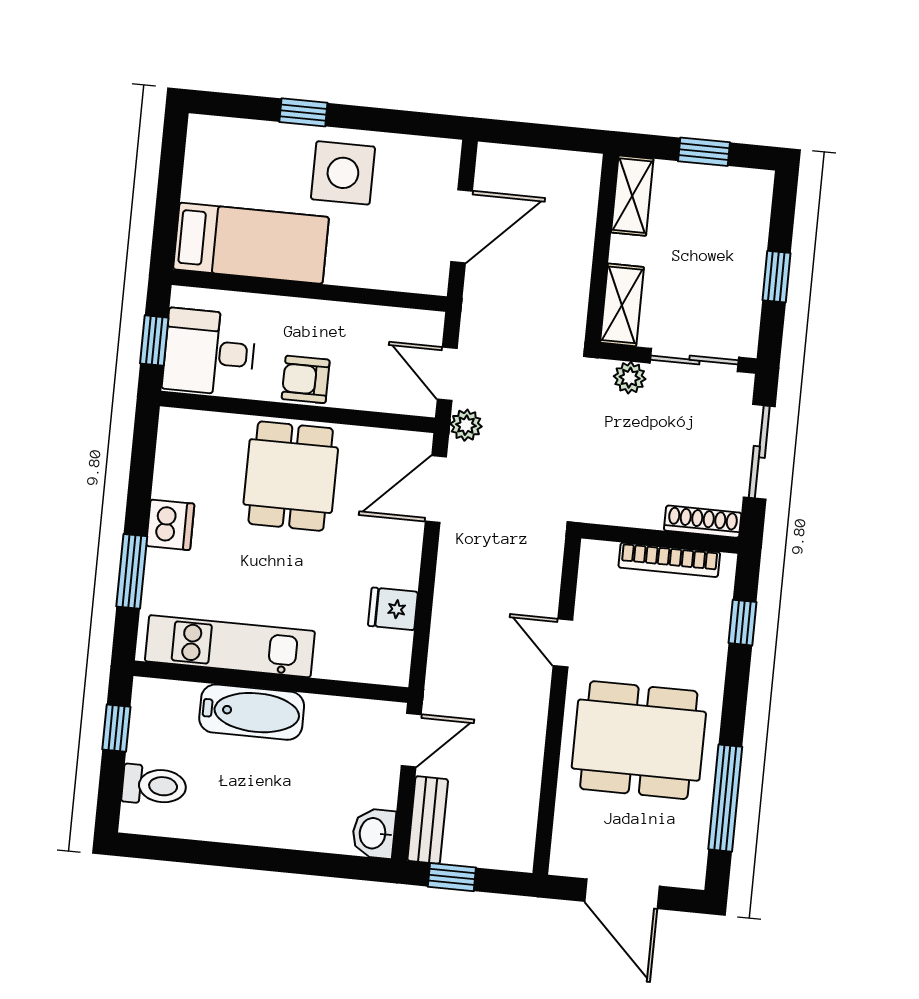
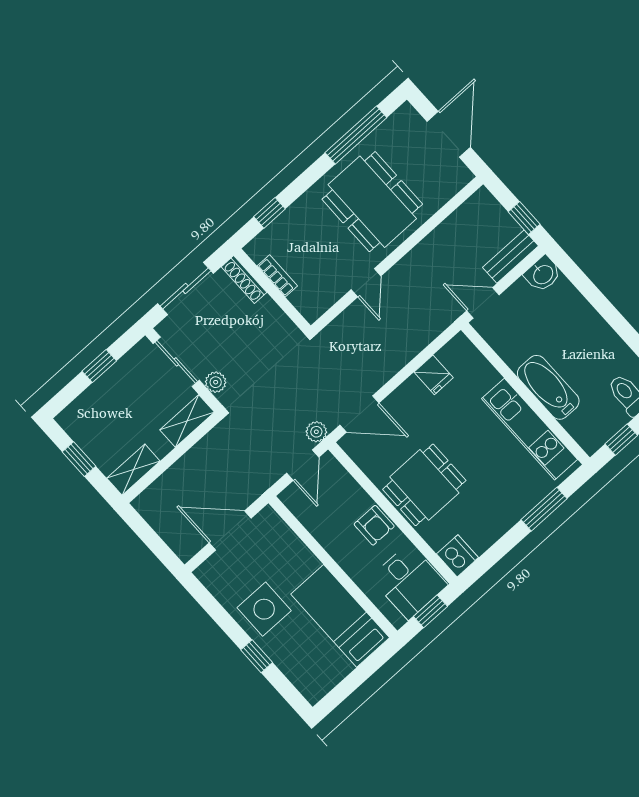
dishwasher: (170, 525) -> (457, 556), moved, turned 90
bookcase: (669, 560) -> (277, 276), width x0.64

